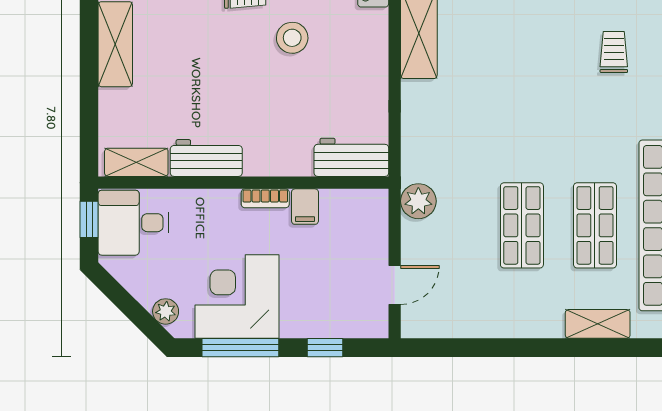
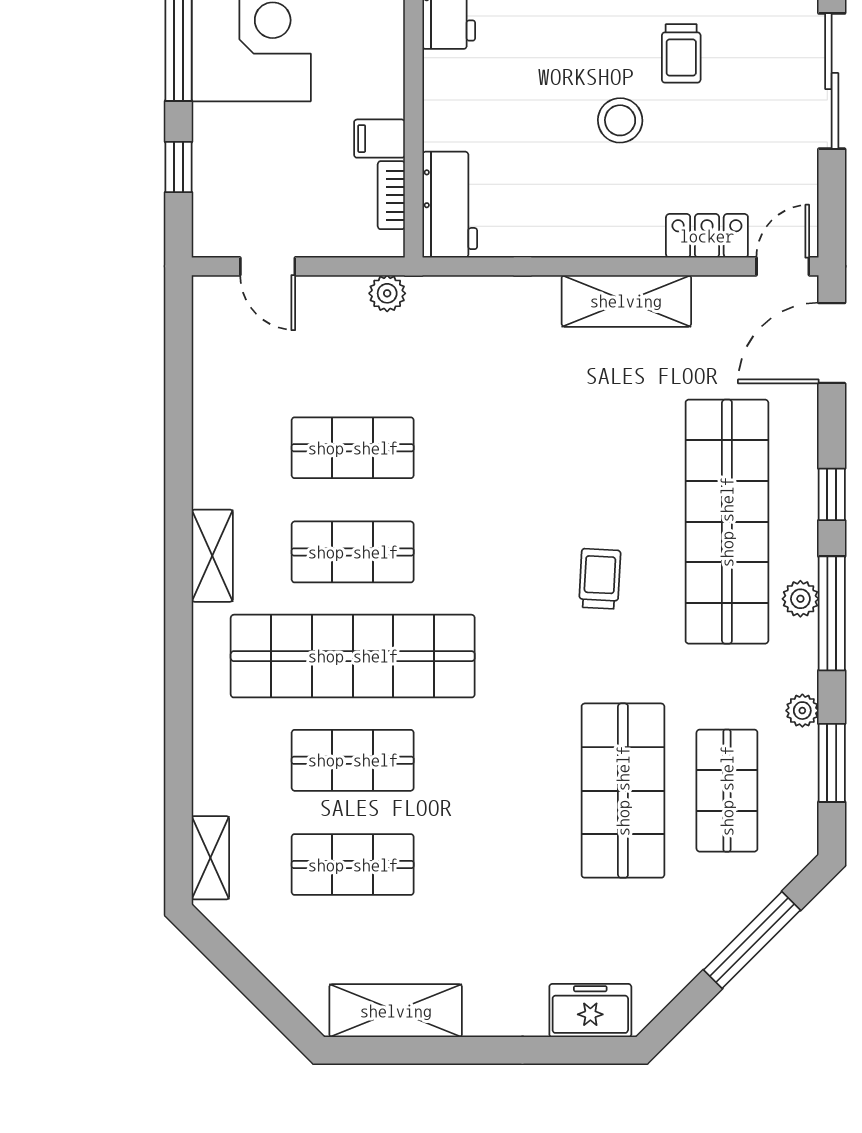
trolley: (614, 52) -> (600, 579), turned -87
bookcase: (265, 198) -> (391, 195), moved
plant: (418, 201) -> (387, 293), width x0.73, depth x0.73

